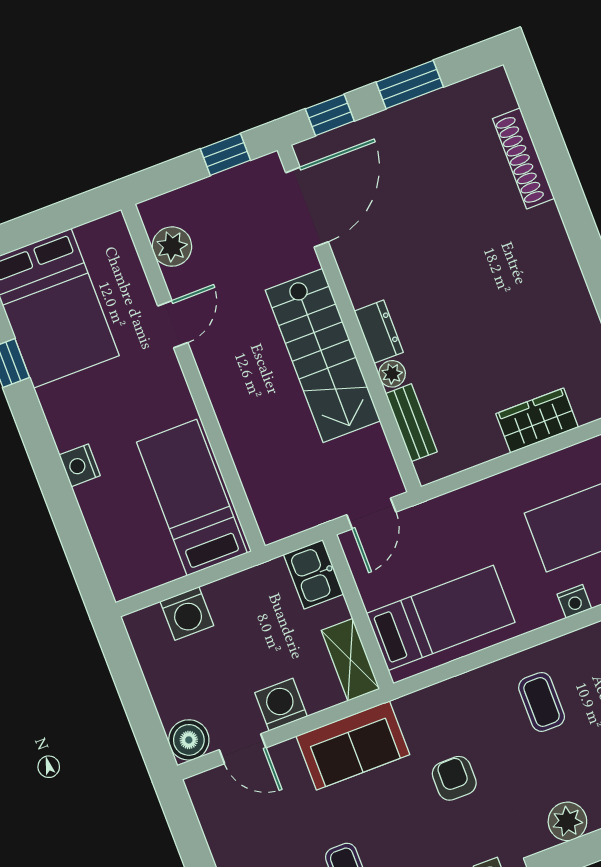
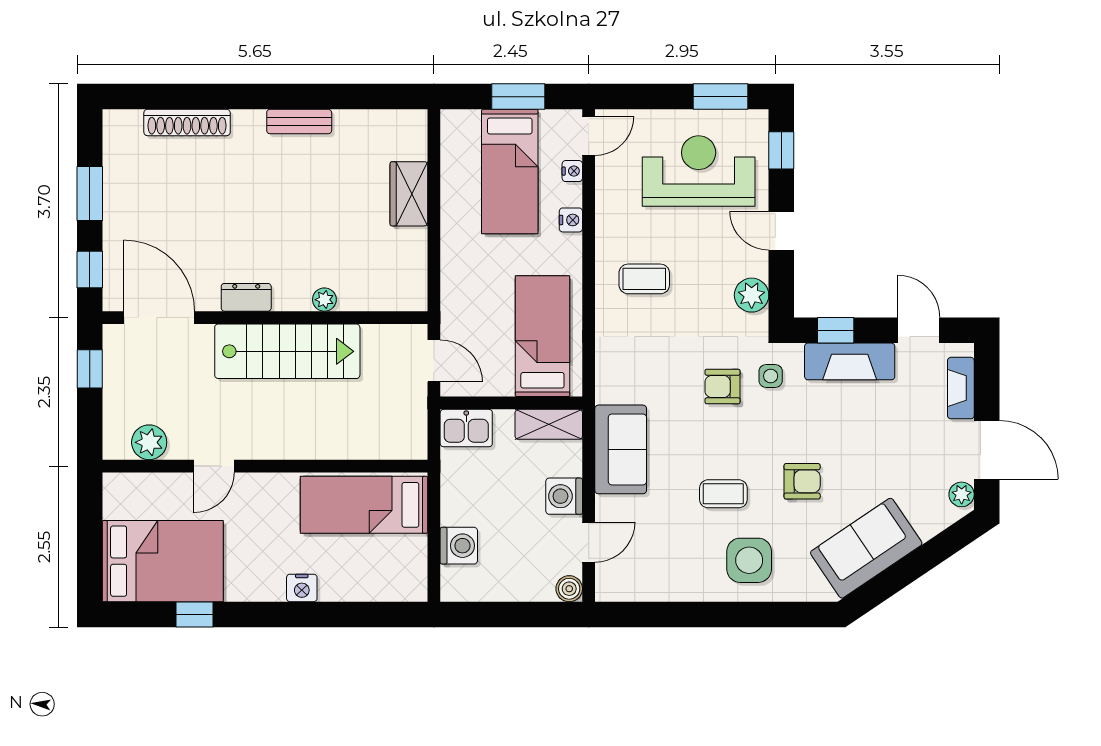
door: (173, 324) -> (214, 466), swing flipped
dresser: (379, 332) -> (246, 297), moved
bench: (411, 423) -> (299, 122), moved
boiler: (189, 740) -> (569, 589), width x0.73, depth x0.73
armchair: (454, 778) -> (723, 387), moved

